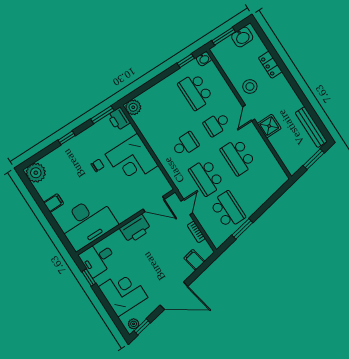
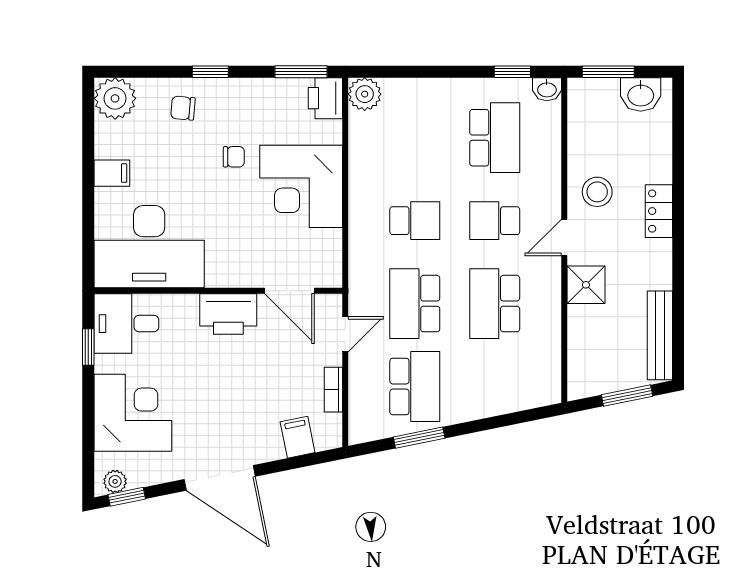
locker: (270, 65) -> (659, 211), moved
school desk: (196, 91) -> (495, 138), turned 180
chair: (65, 159) -> (183, 108), added

